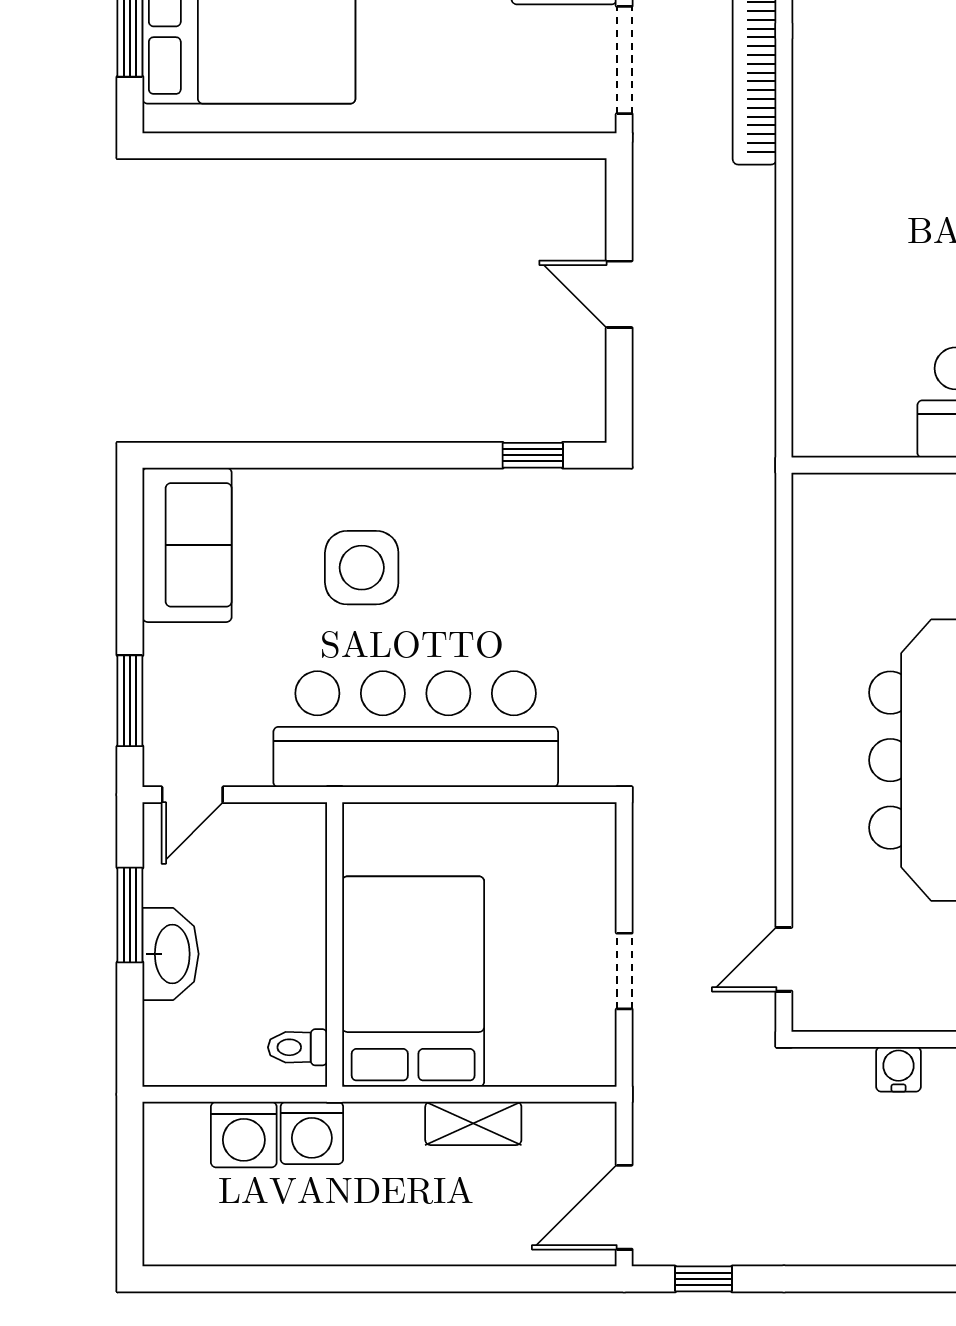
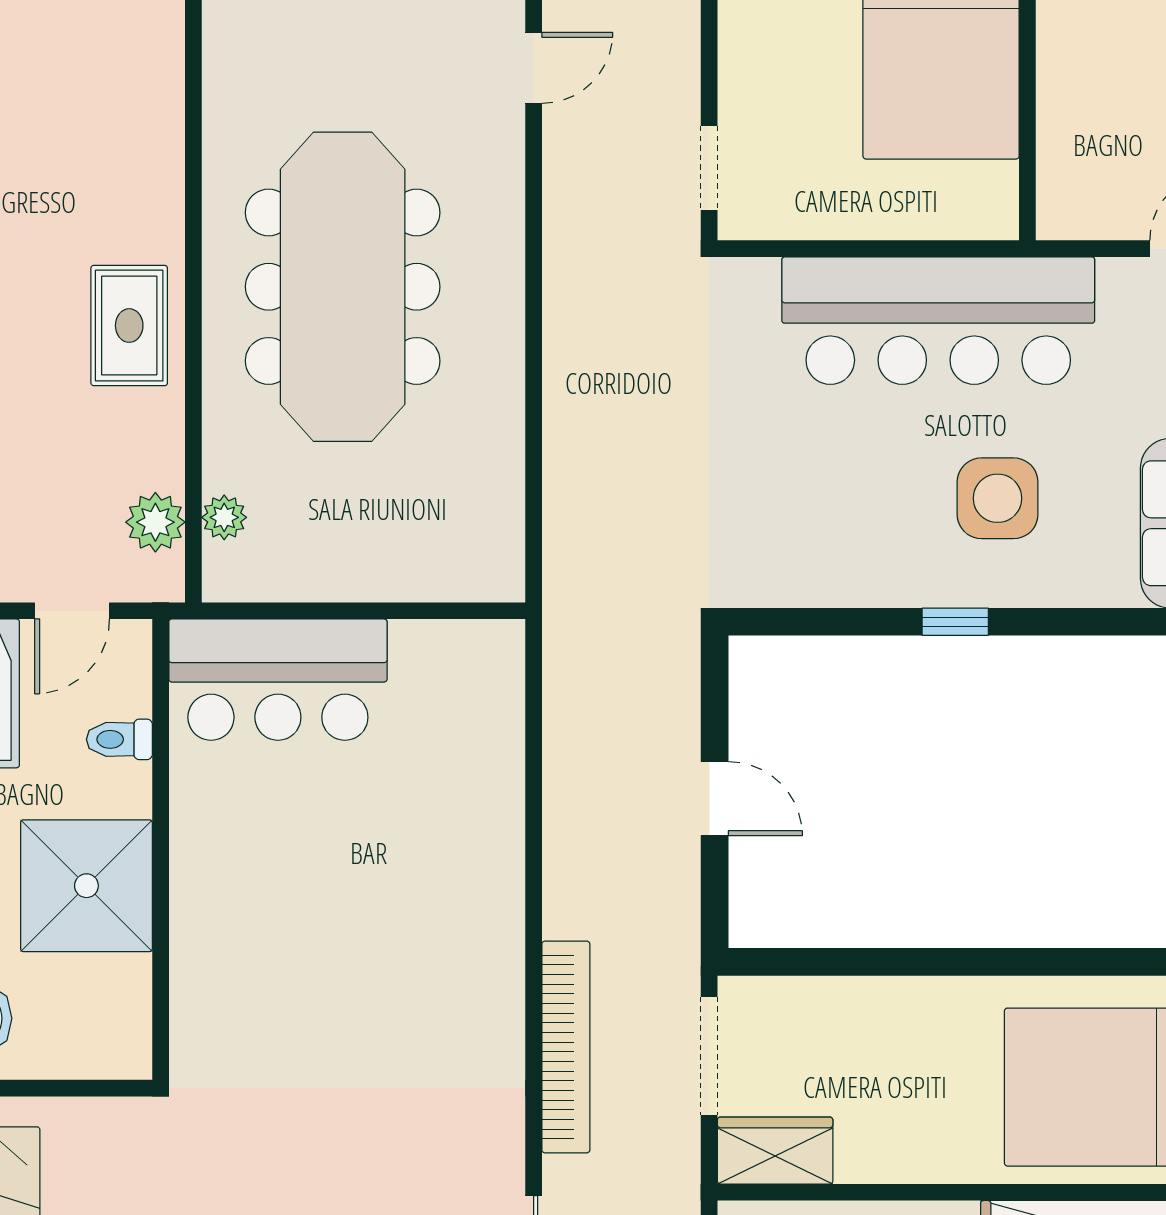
window: (533, 455) -> (955, 622), moved
doorway: (624, 971) -> (709, 168), moved

